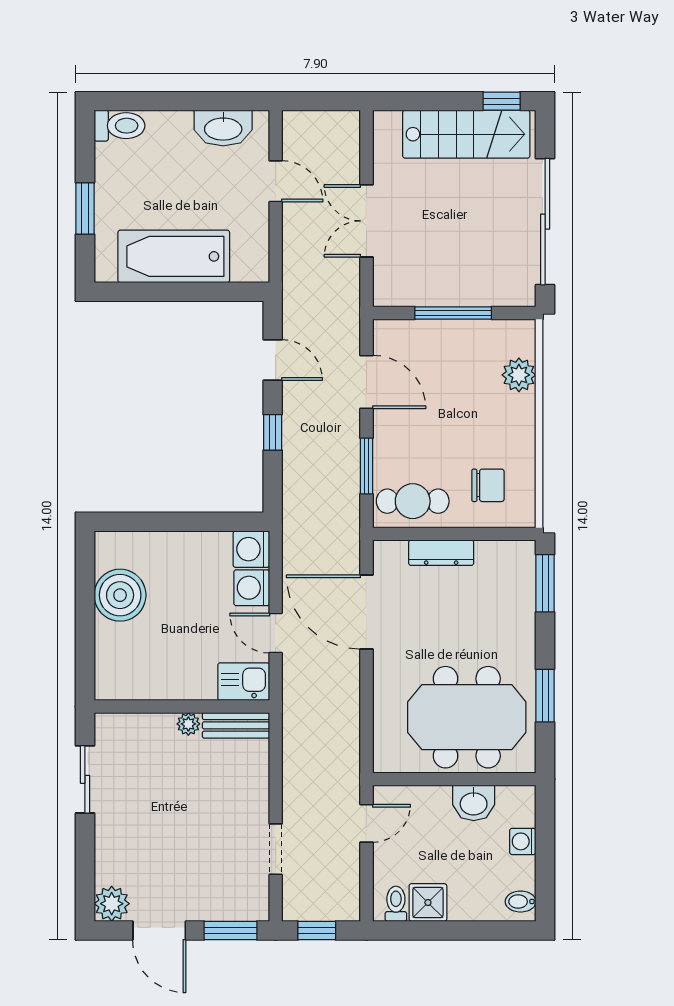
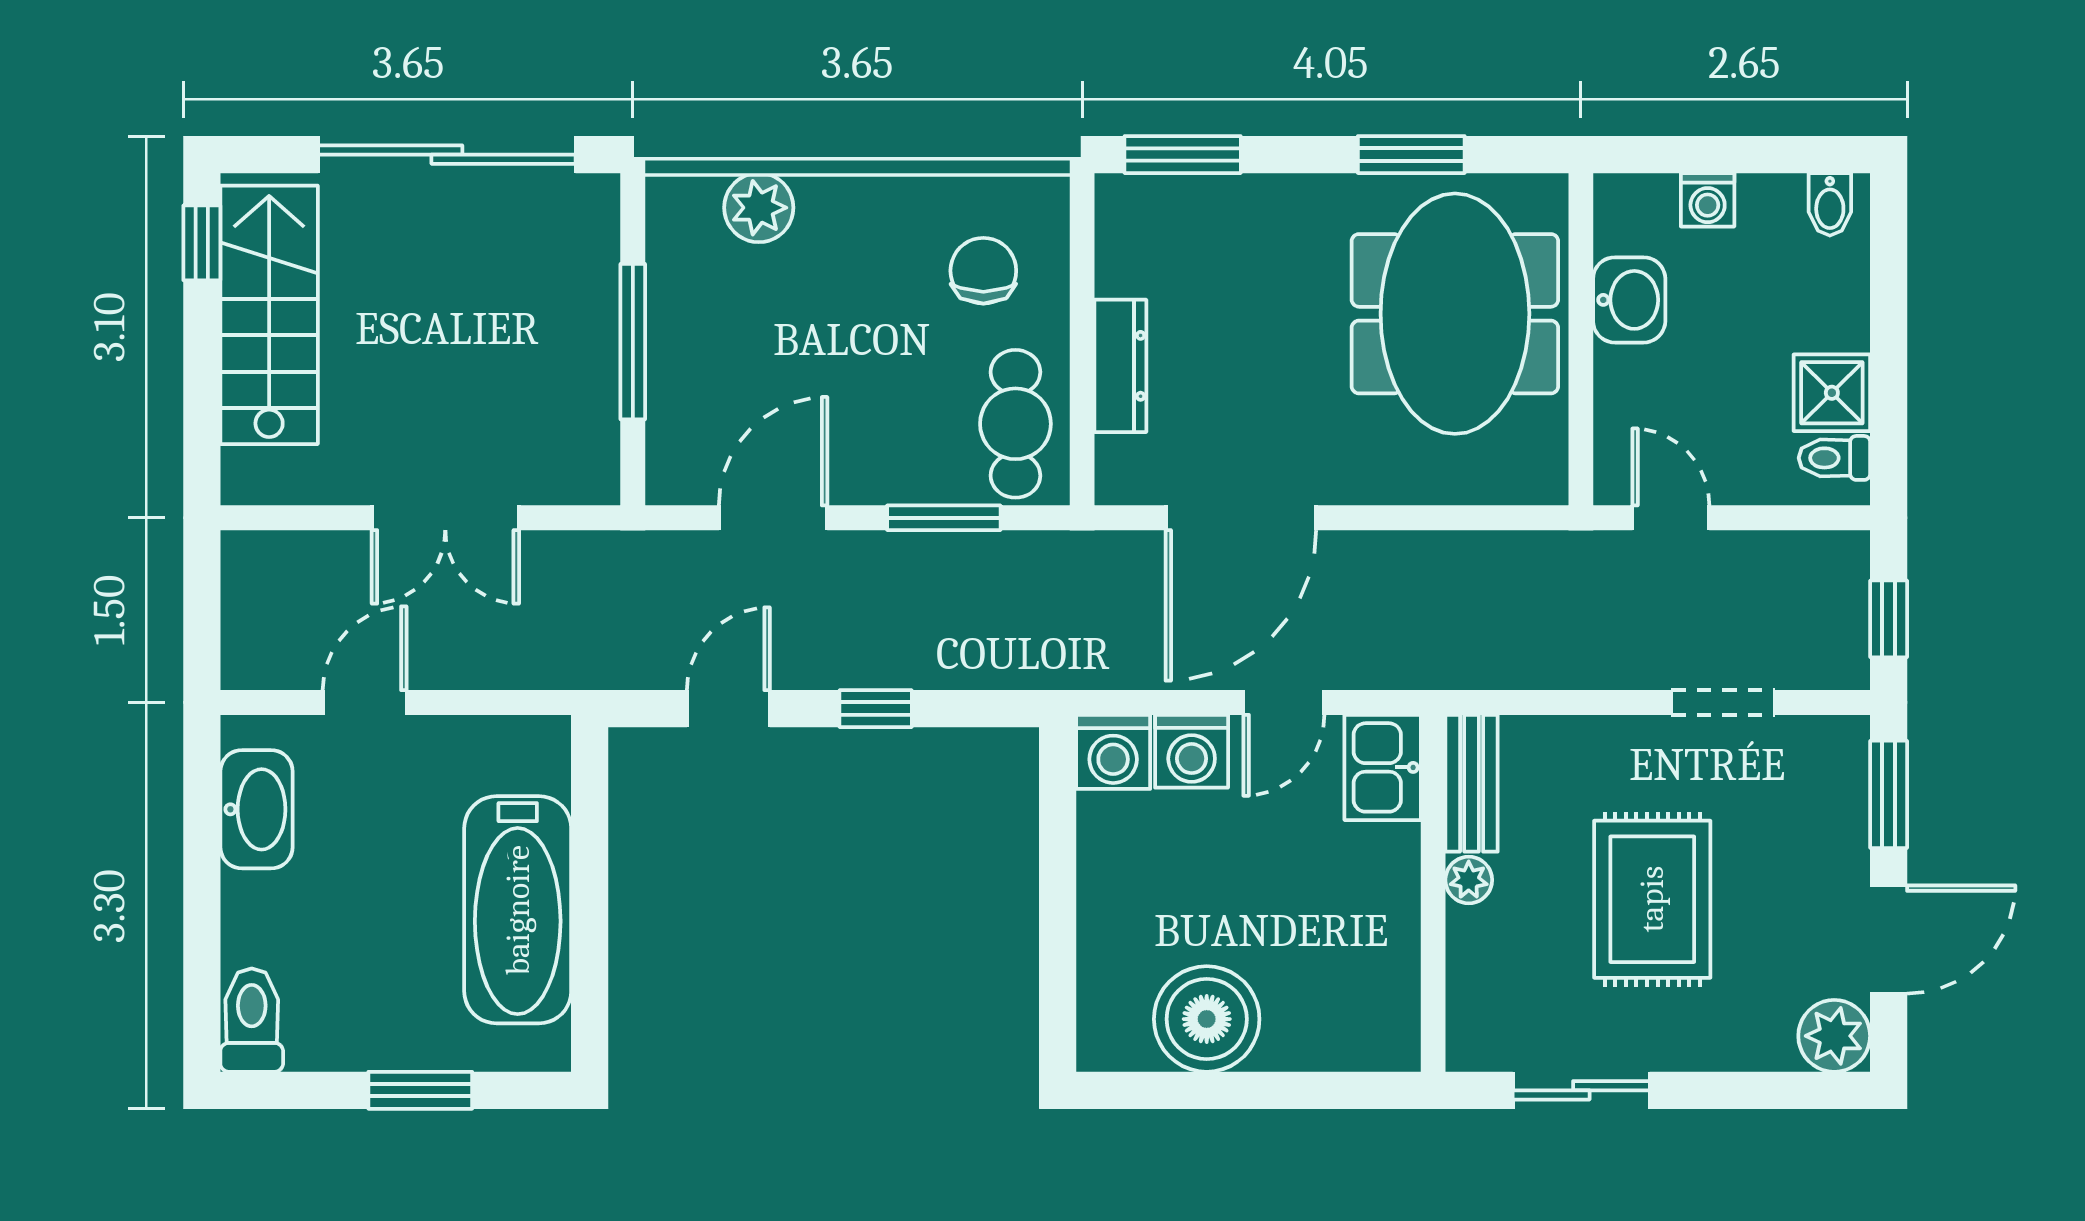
rug: (179, 814) -> (1652, 899), added

